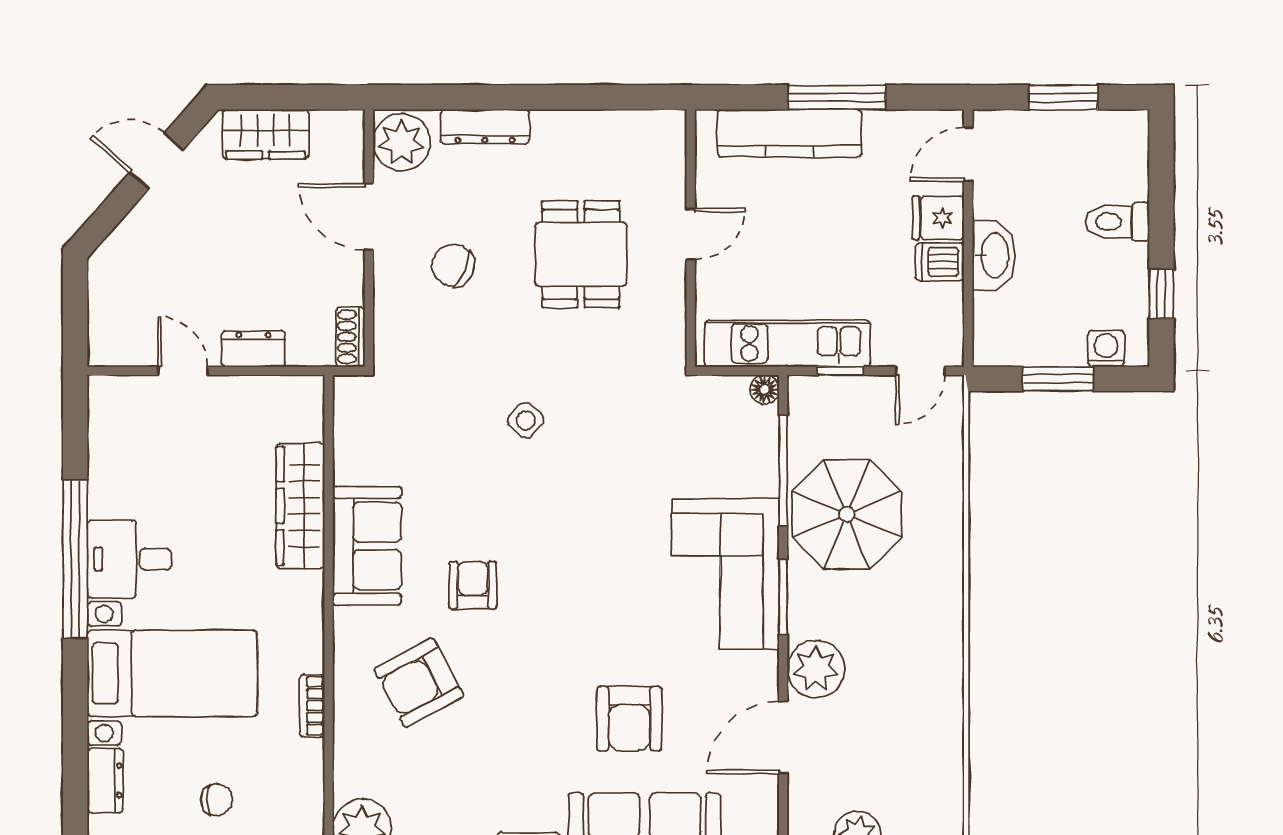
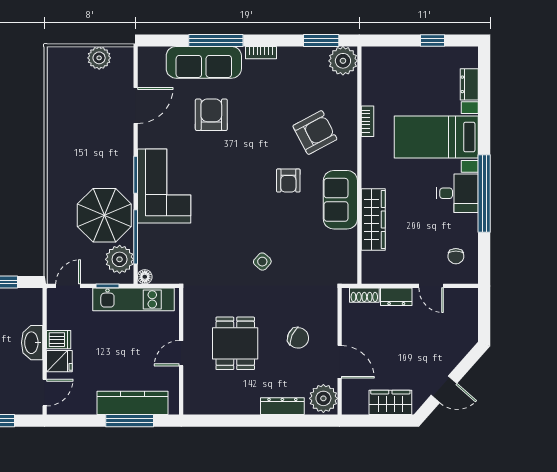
window: (837, 97) -> (130, 421), moved
shoe rack: (350, 337) -> (364, 295), moved, turned 90
plant: (816, 669) -> (120, 259), moved
chair: (217, 800) -> (456, 256), moved, turned -90

